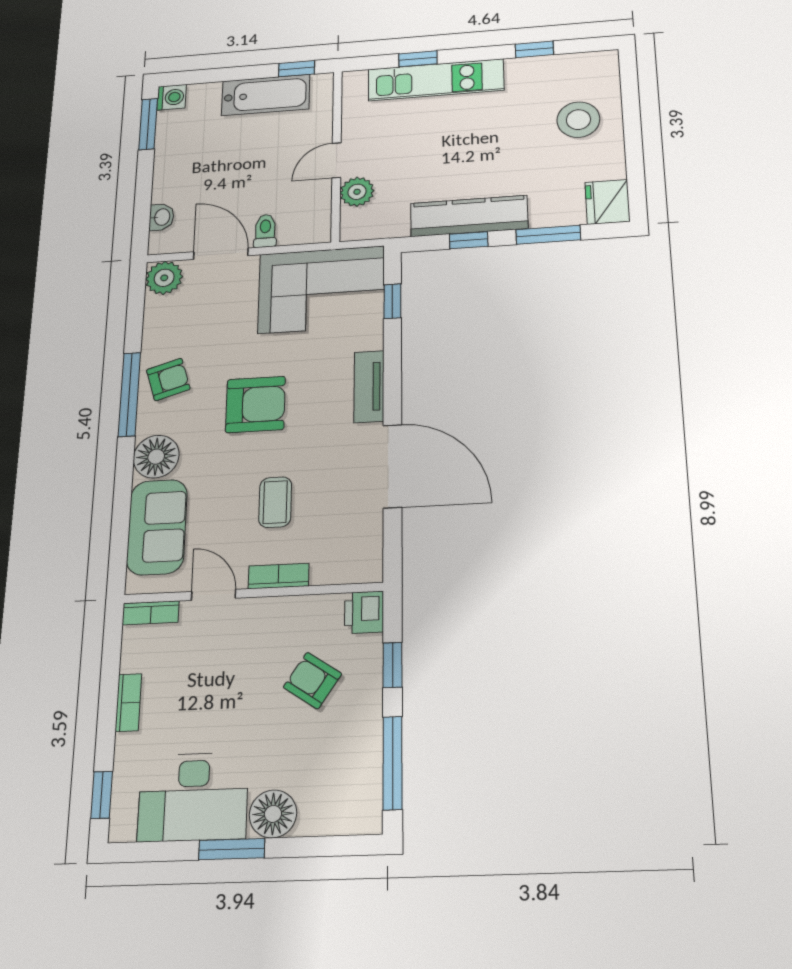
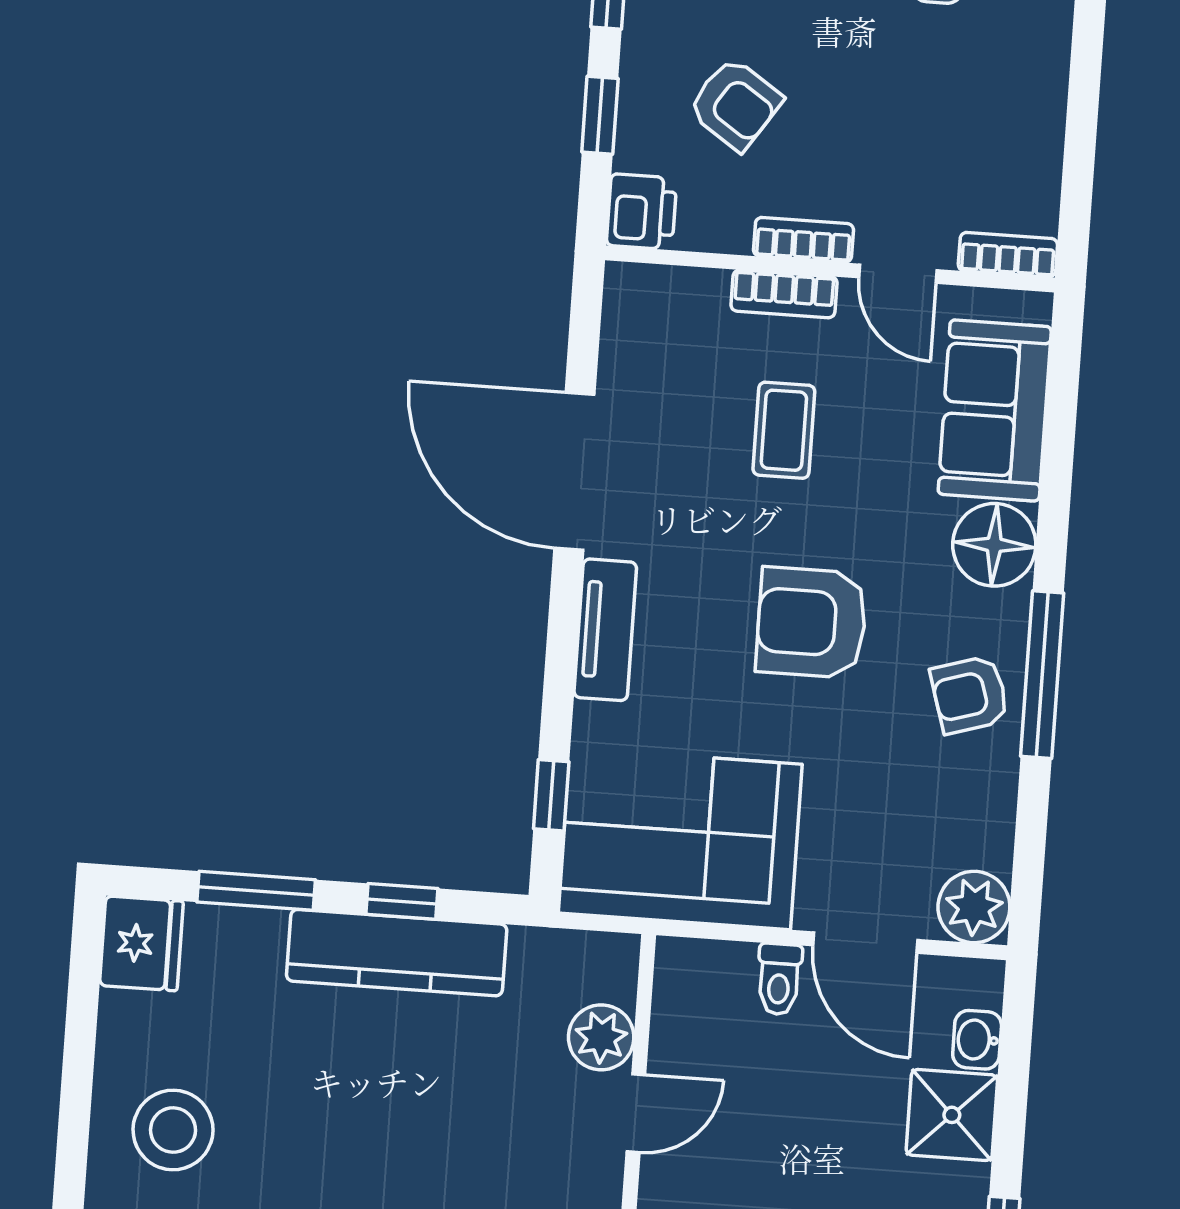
shower: (174, 182) -> (952, 1115), added
bookcase: (128, 703) -> (803, 240), moved, turned 90

